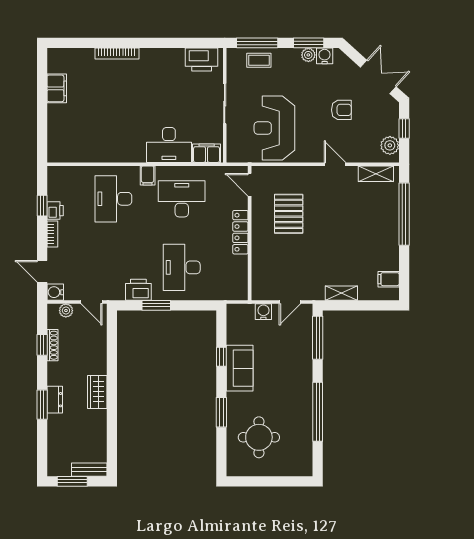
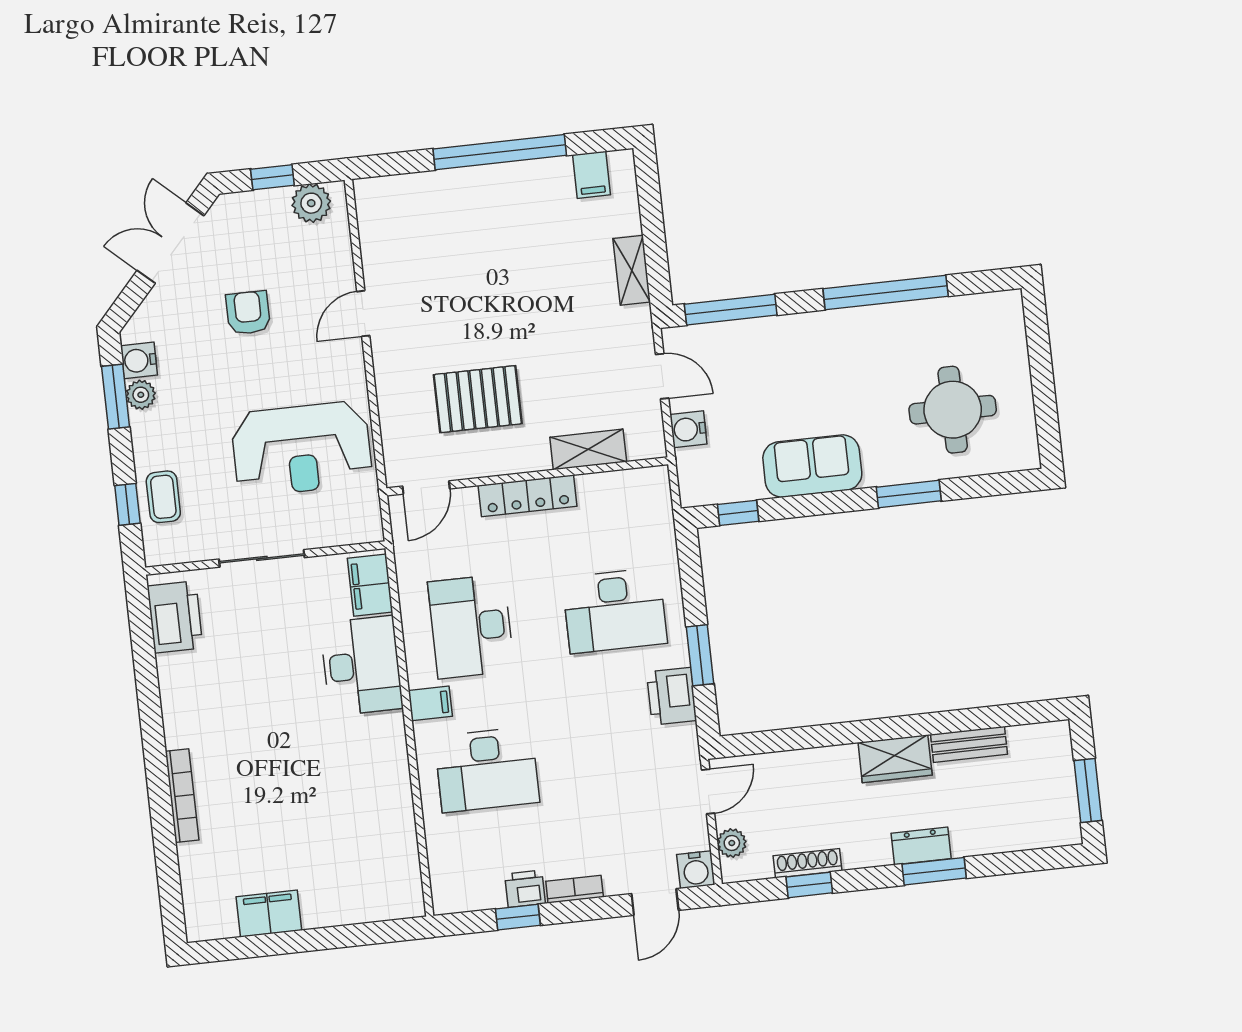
window: (257, 43) -> (127, 504), width x0.46
shelving: (376, 174) -> (588, 449), moved, turned 90
window: (404, 214) -> (500, 152), moved
window: (221, 357) -> (738, 513), moved
bench: (89, 470) -> (969, 744), moved, turned 90

